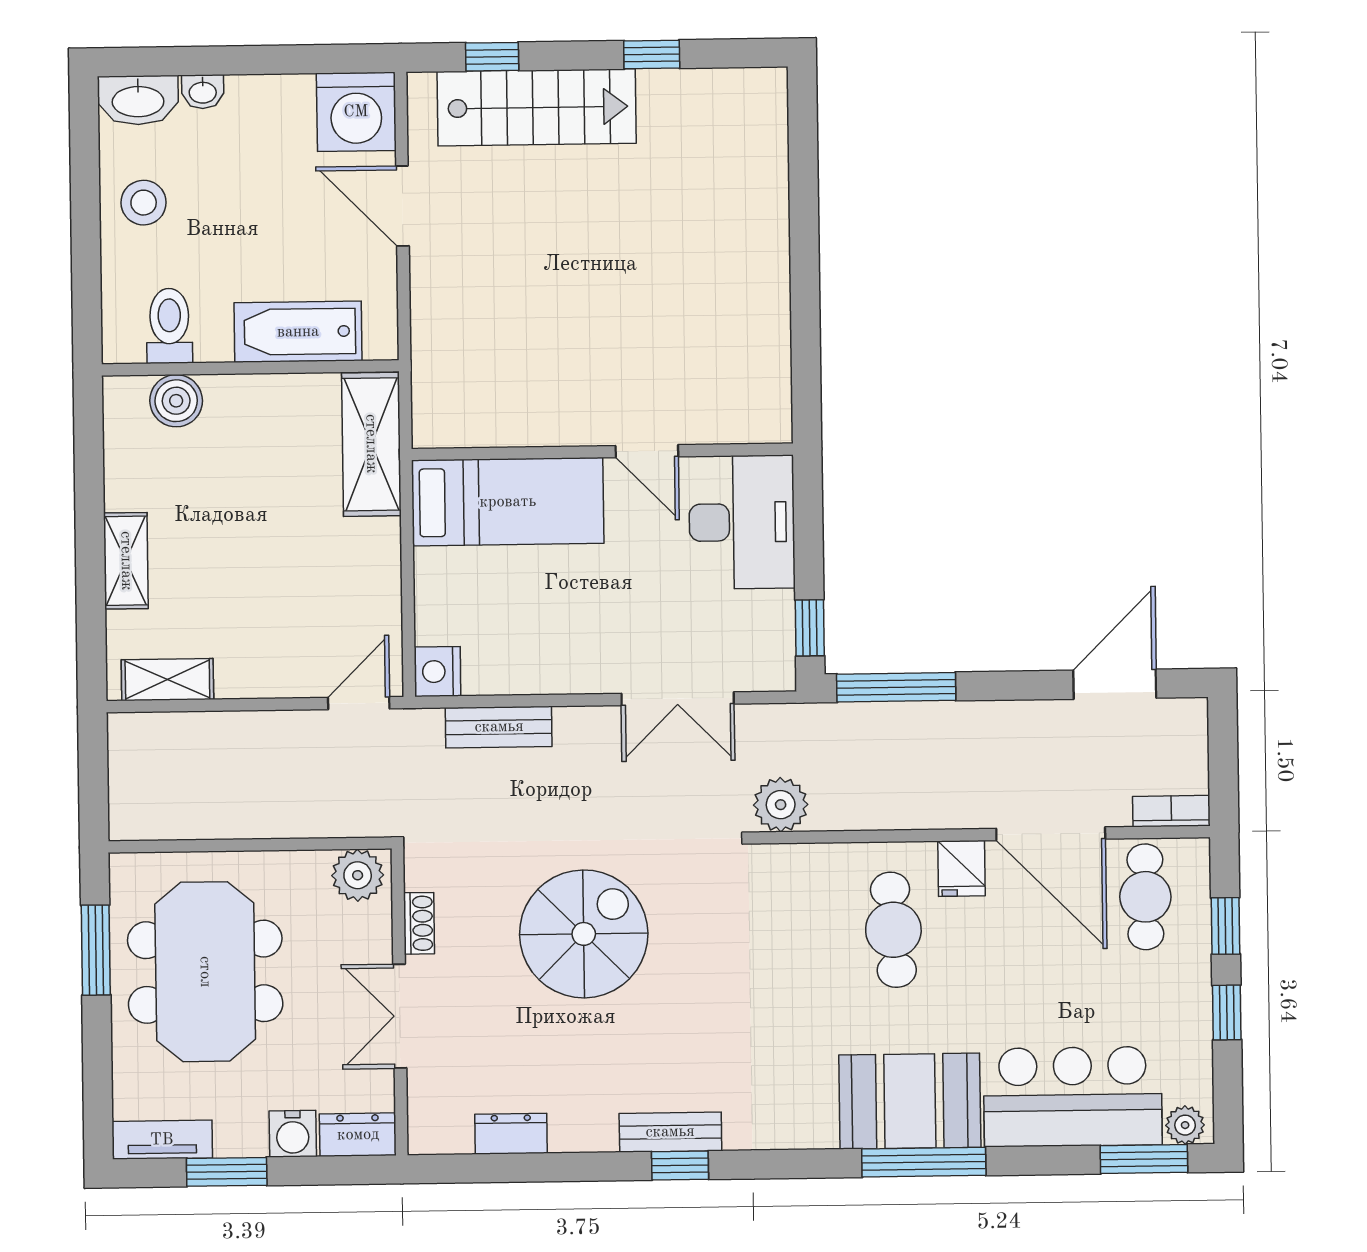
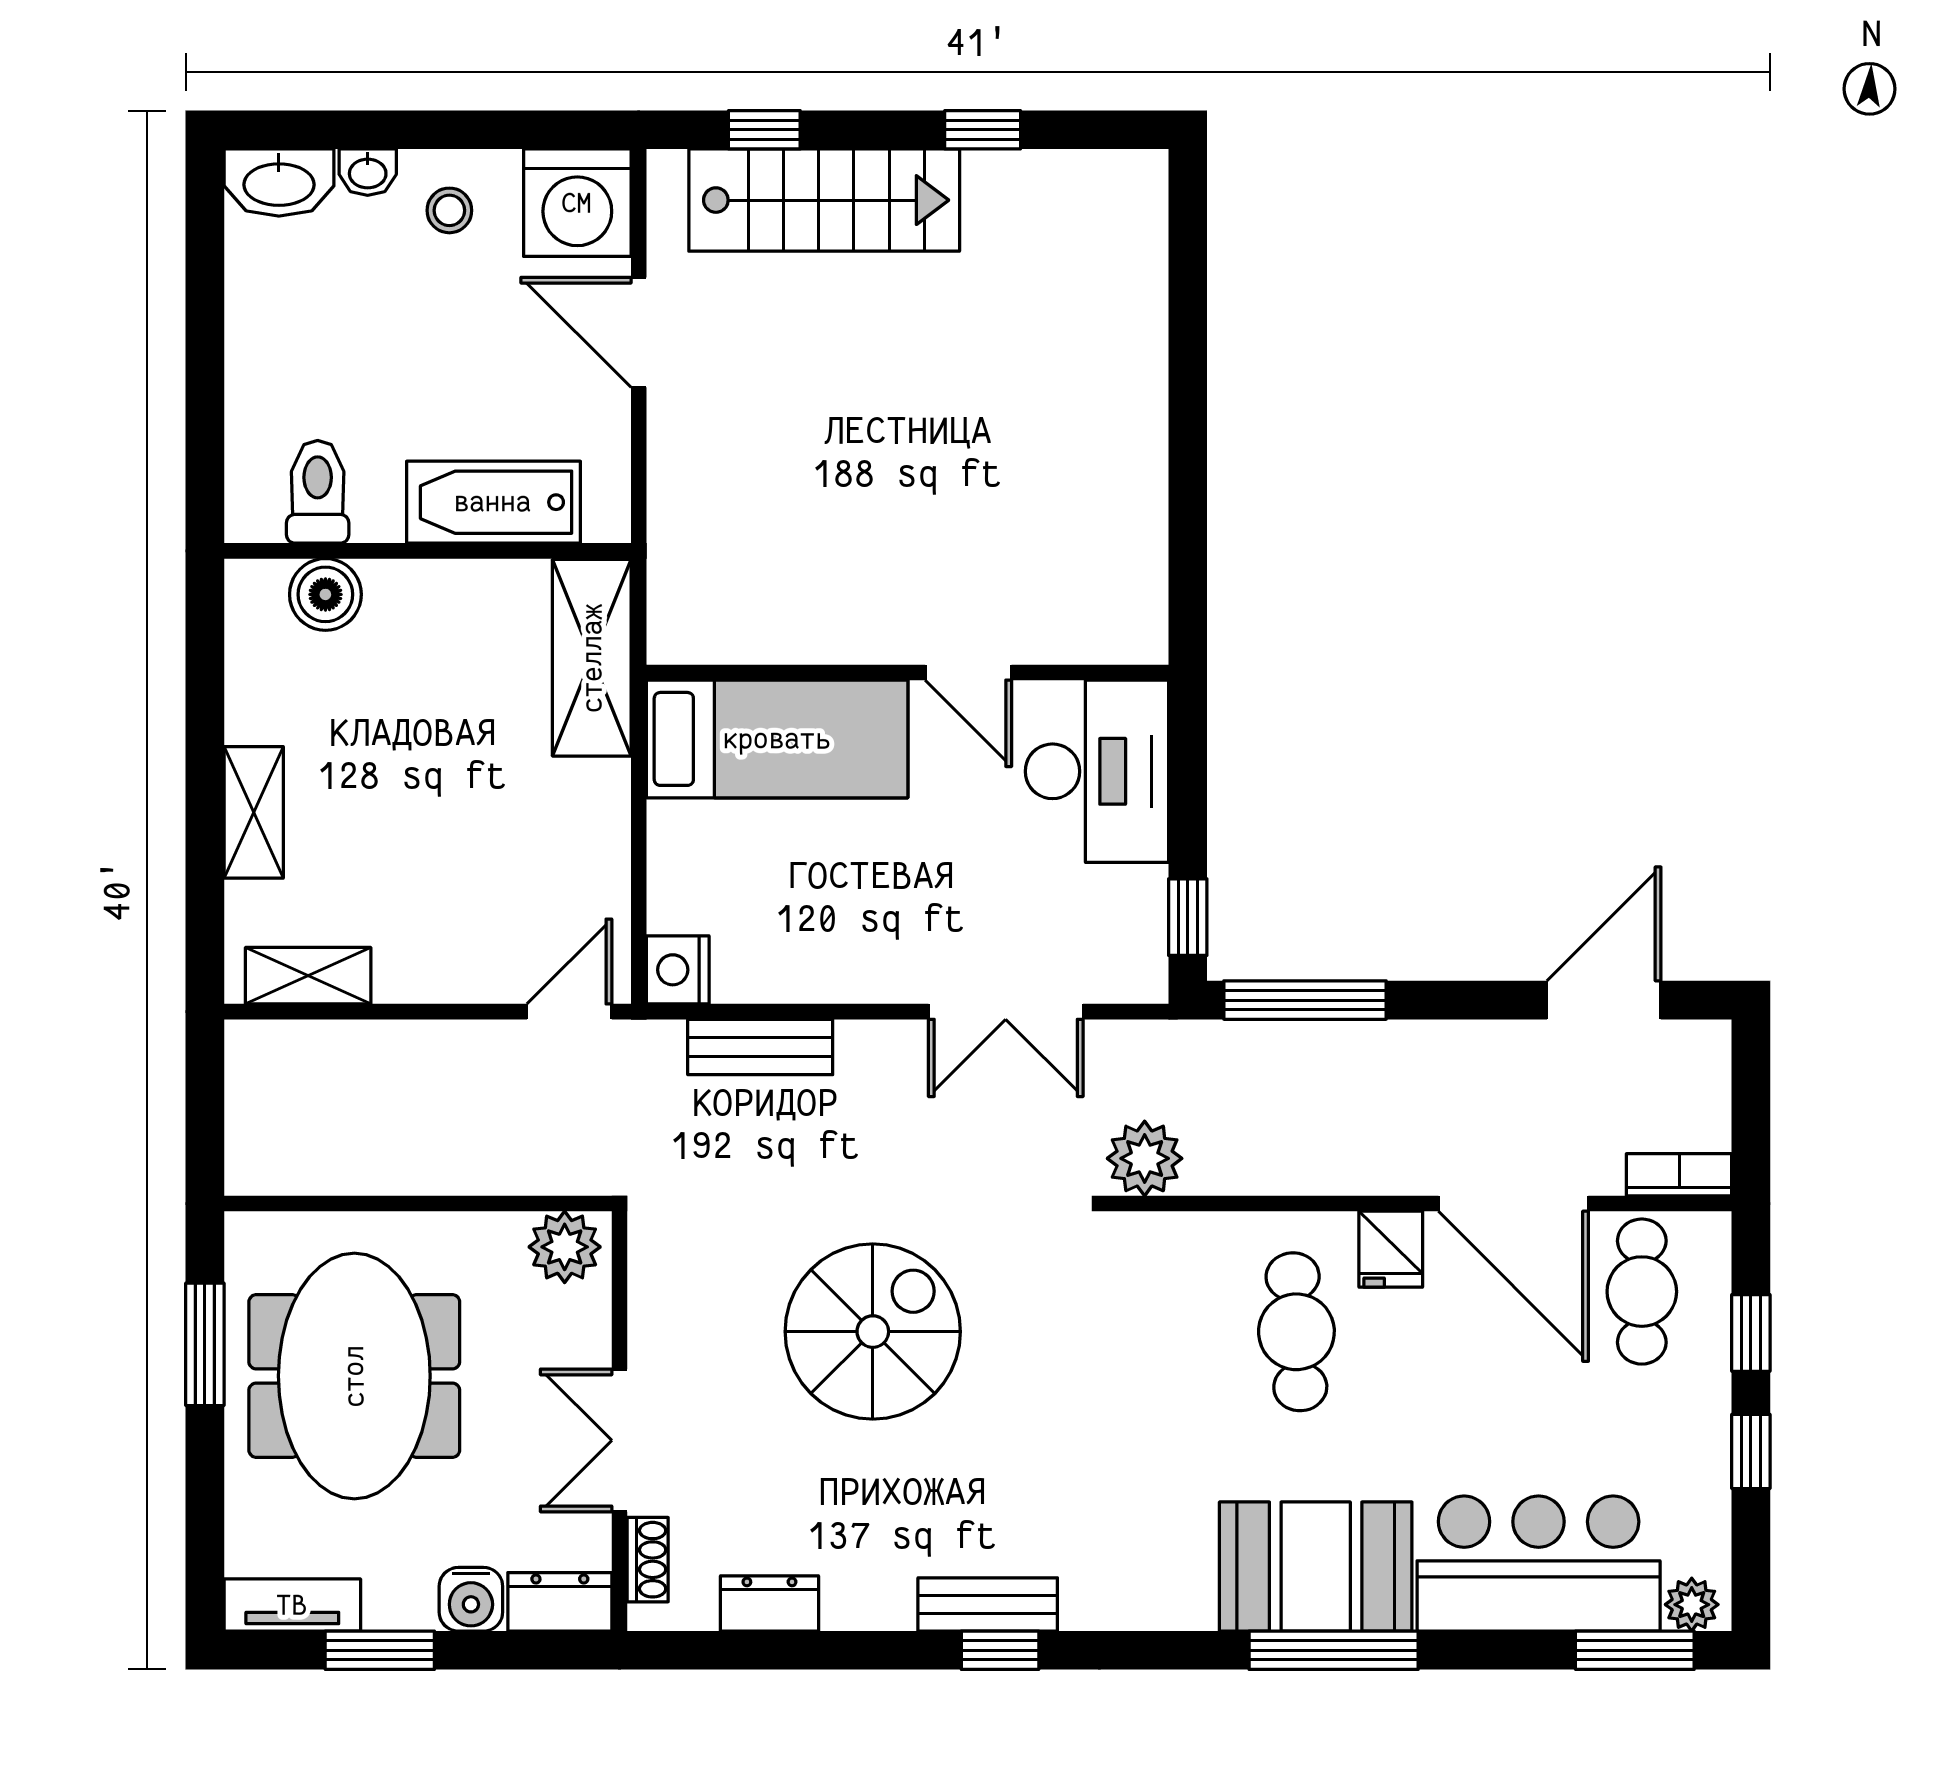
stool: (144, 203) -> (449, 210), moved, width x0.73, depth x0.73
shoe rack: (419, 923) -> (648, 1560), moved

